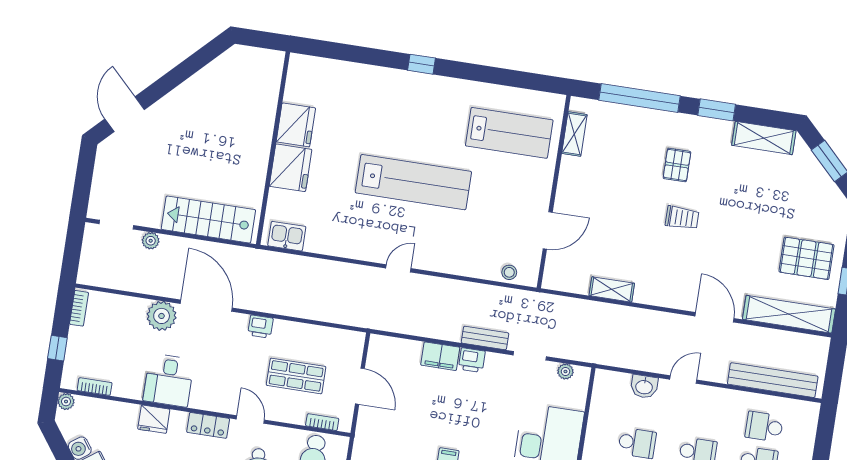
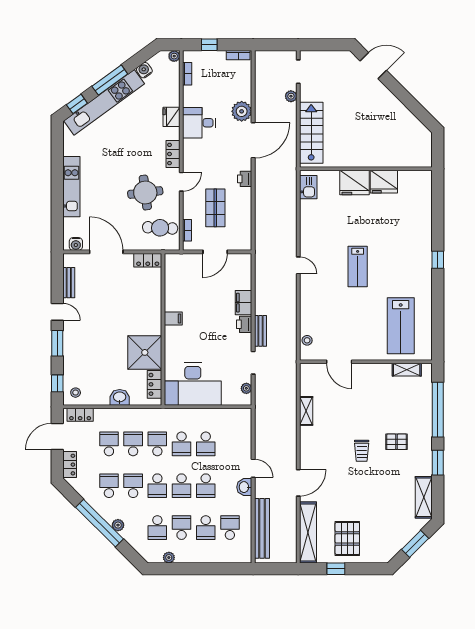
lab bench: (413, 182) -> (358, 267), width x0.54, depth x0.72
washbasin: (644, 387) -> (244, 487), moved

